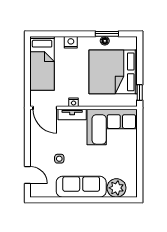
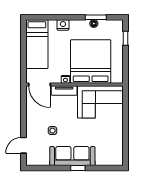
bed: (113, 72) -> (91, 62), moved, turned 90
window: (140, 92) -> (126, 38), moved
door: (27, 175) -> (24, 145), swing flipped
plant: (116, 188) -> (104, 157), removed
window: (87, 200) -> (78, 168), added

